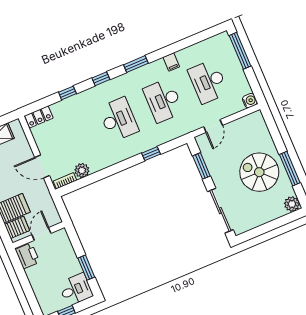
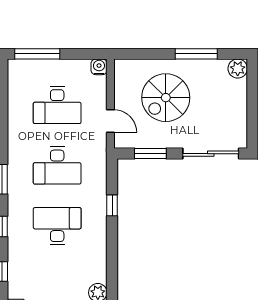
filing cabinet: (171, 62) -> (17, 138), removed
spiral stairs: (259, 172) -> (166, 98), moved

